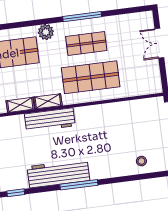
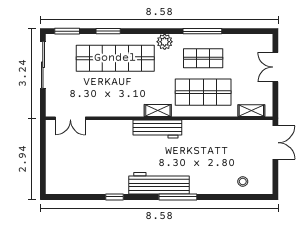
shelving: (20, 105) -> (251, 111), moved

